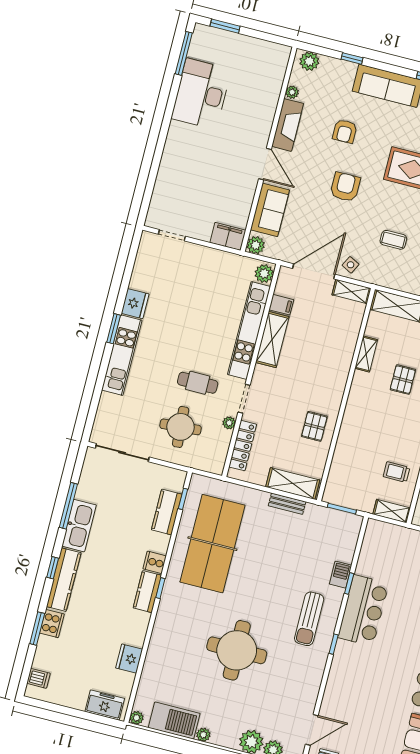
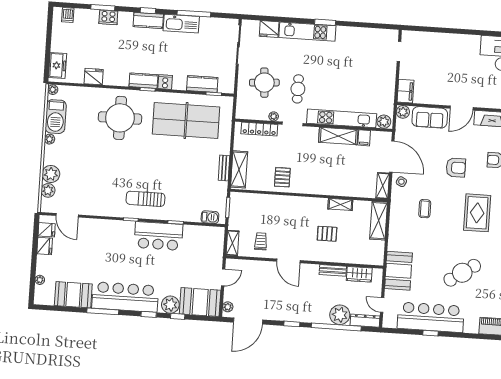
fridge: (135, 304) -> (269, 29), moved
pallet: (314, 426) -> (282, 177), turned 90
barbecue: (340, 575) -> (210, 217), moved
kitchen counter: (64, 580) -> (148, 20), width x0.67
round table: (237, 650) -> (120, 118), moved

